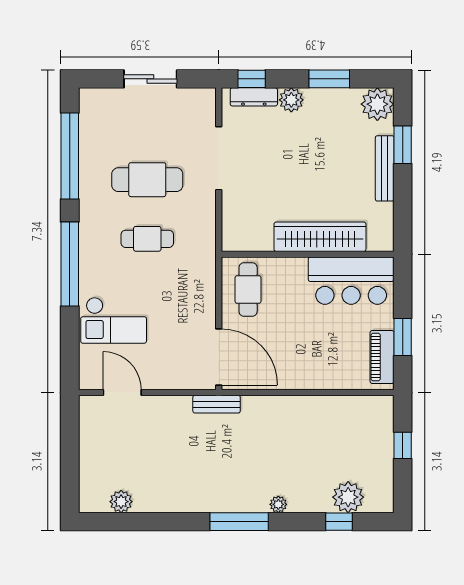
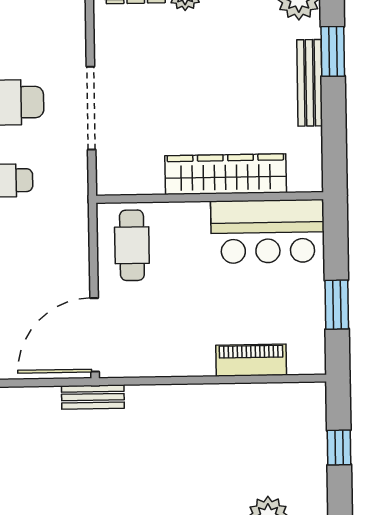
doorway: (219, 158) -> (91, 108), moved
door: (219, 357) -> (95, 335), swing flipped
piano: (382, 357) -> (251, 360), moved, turned 90

